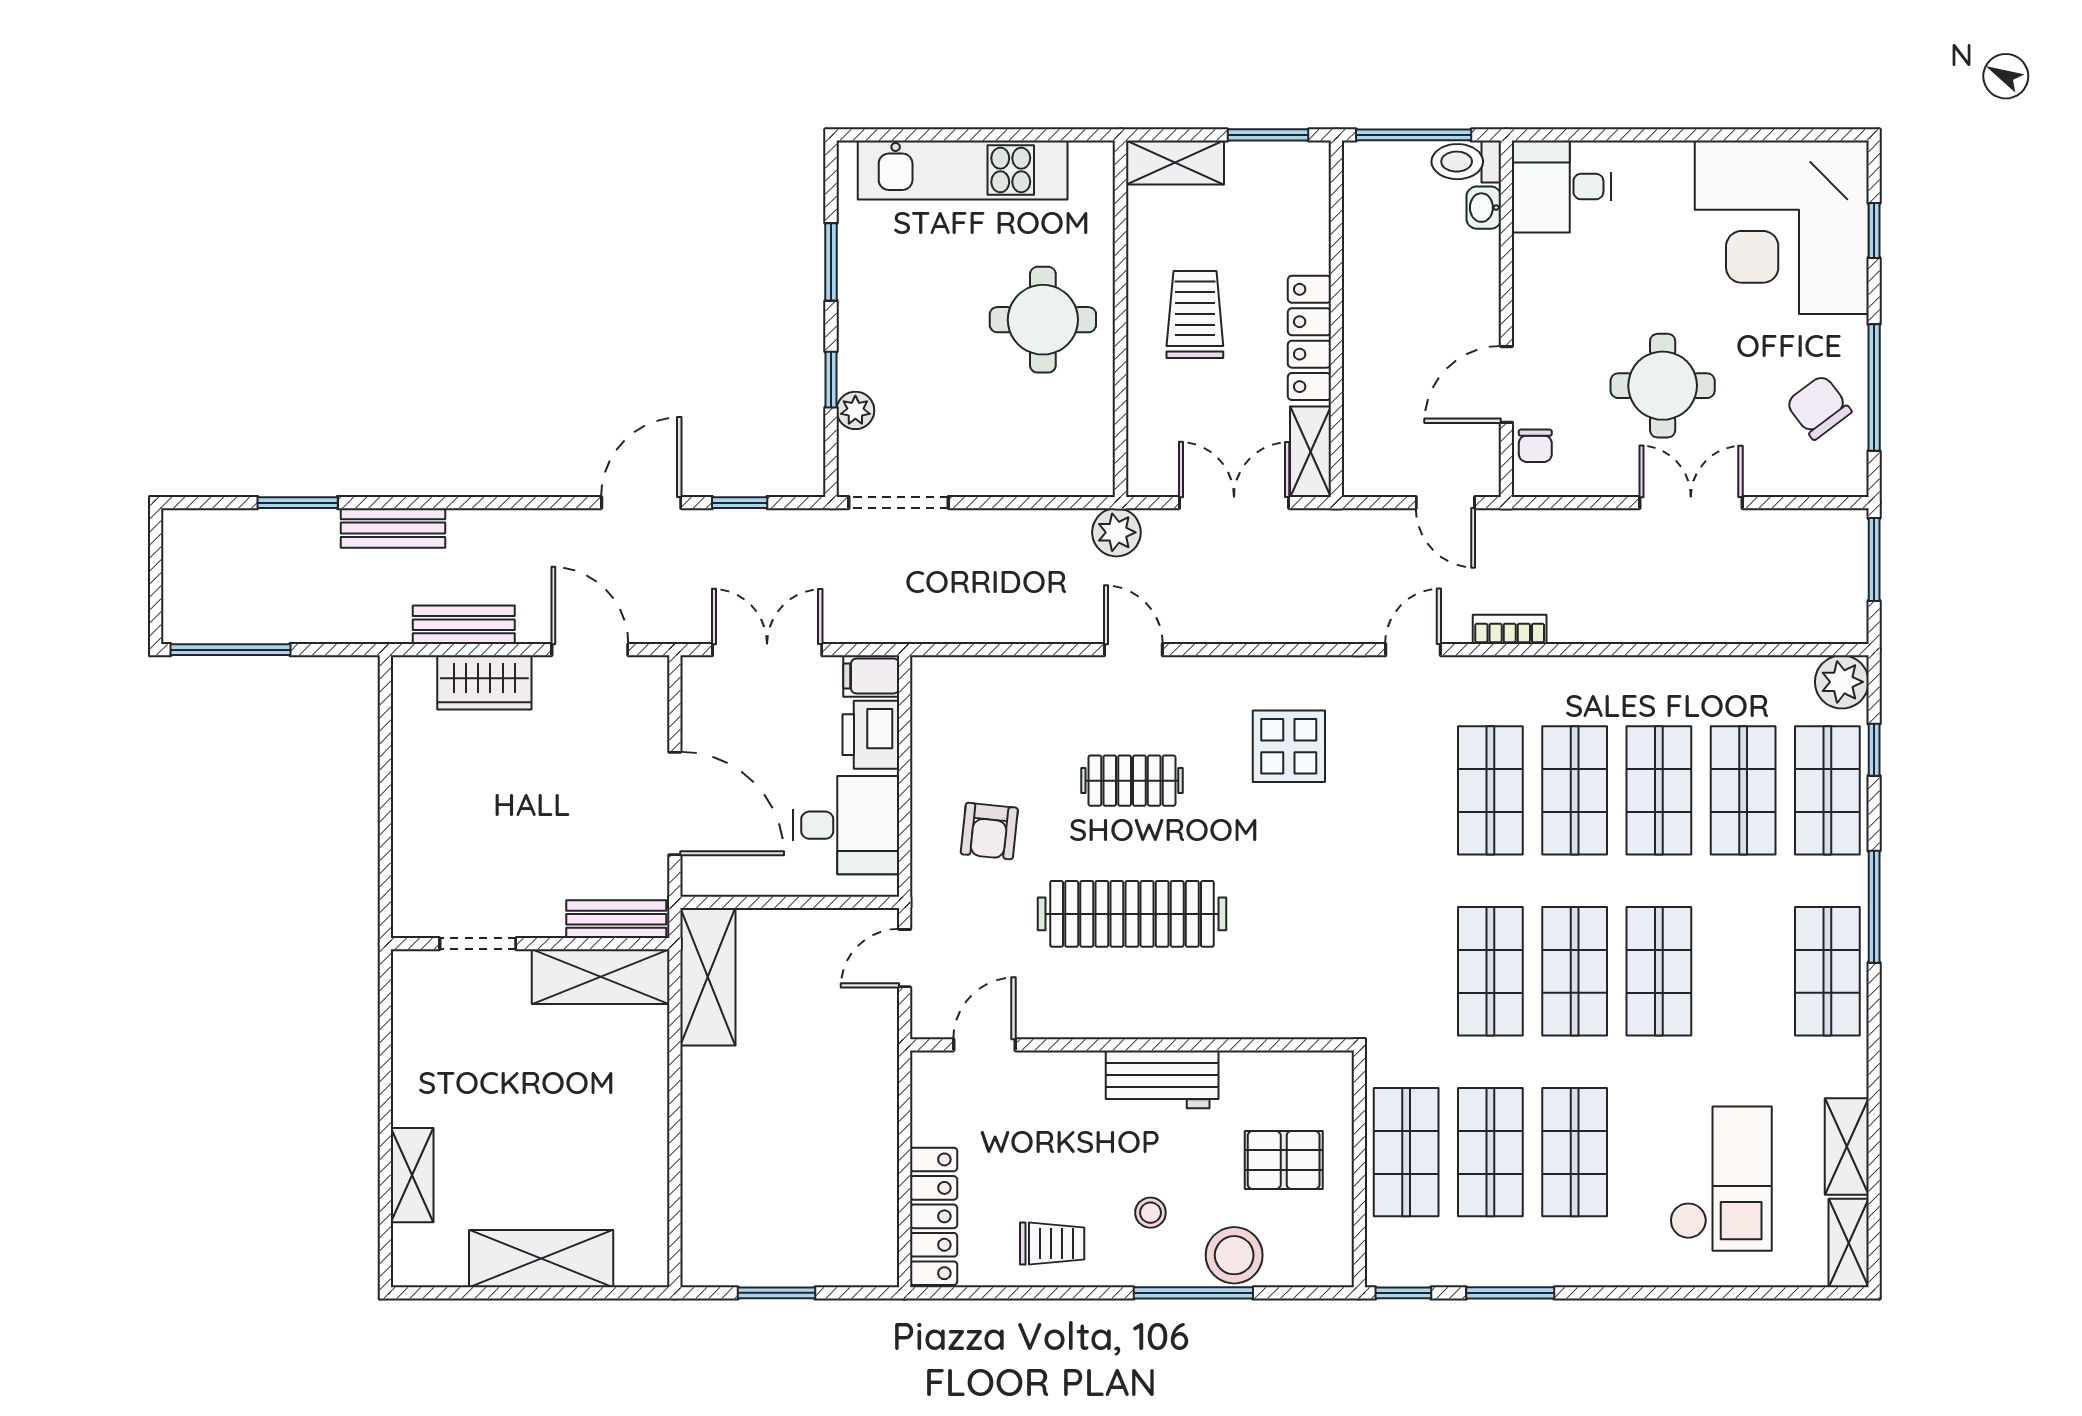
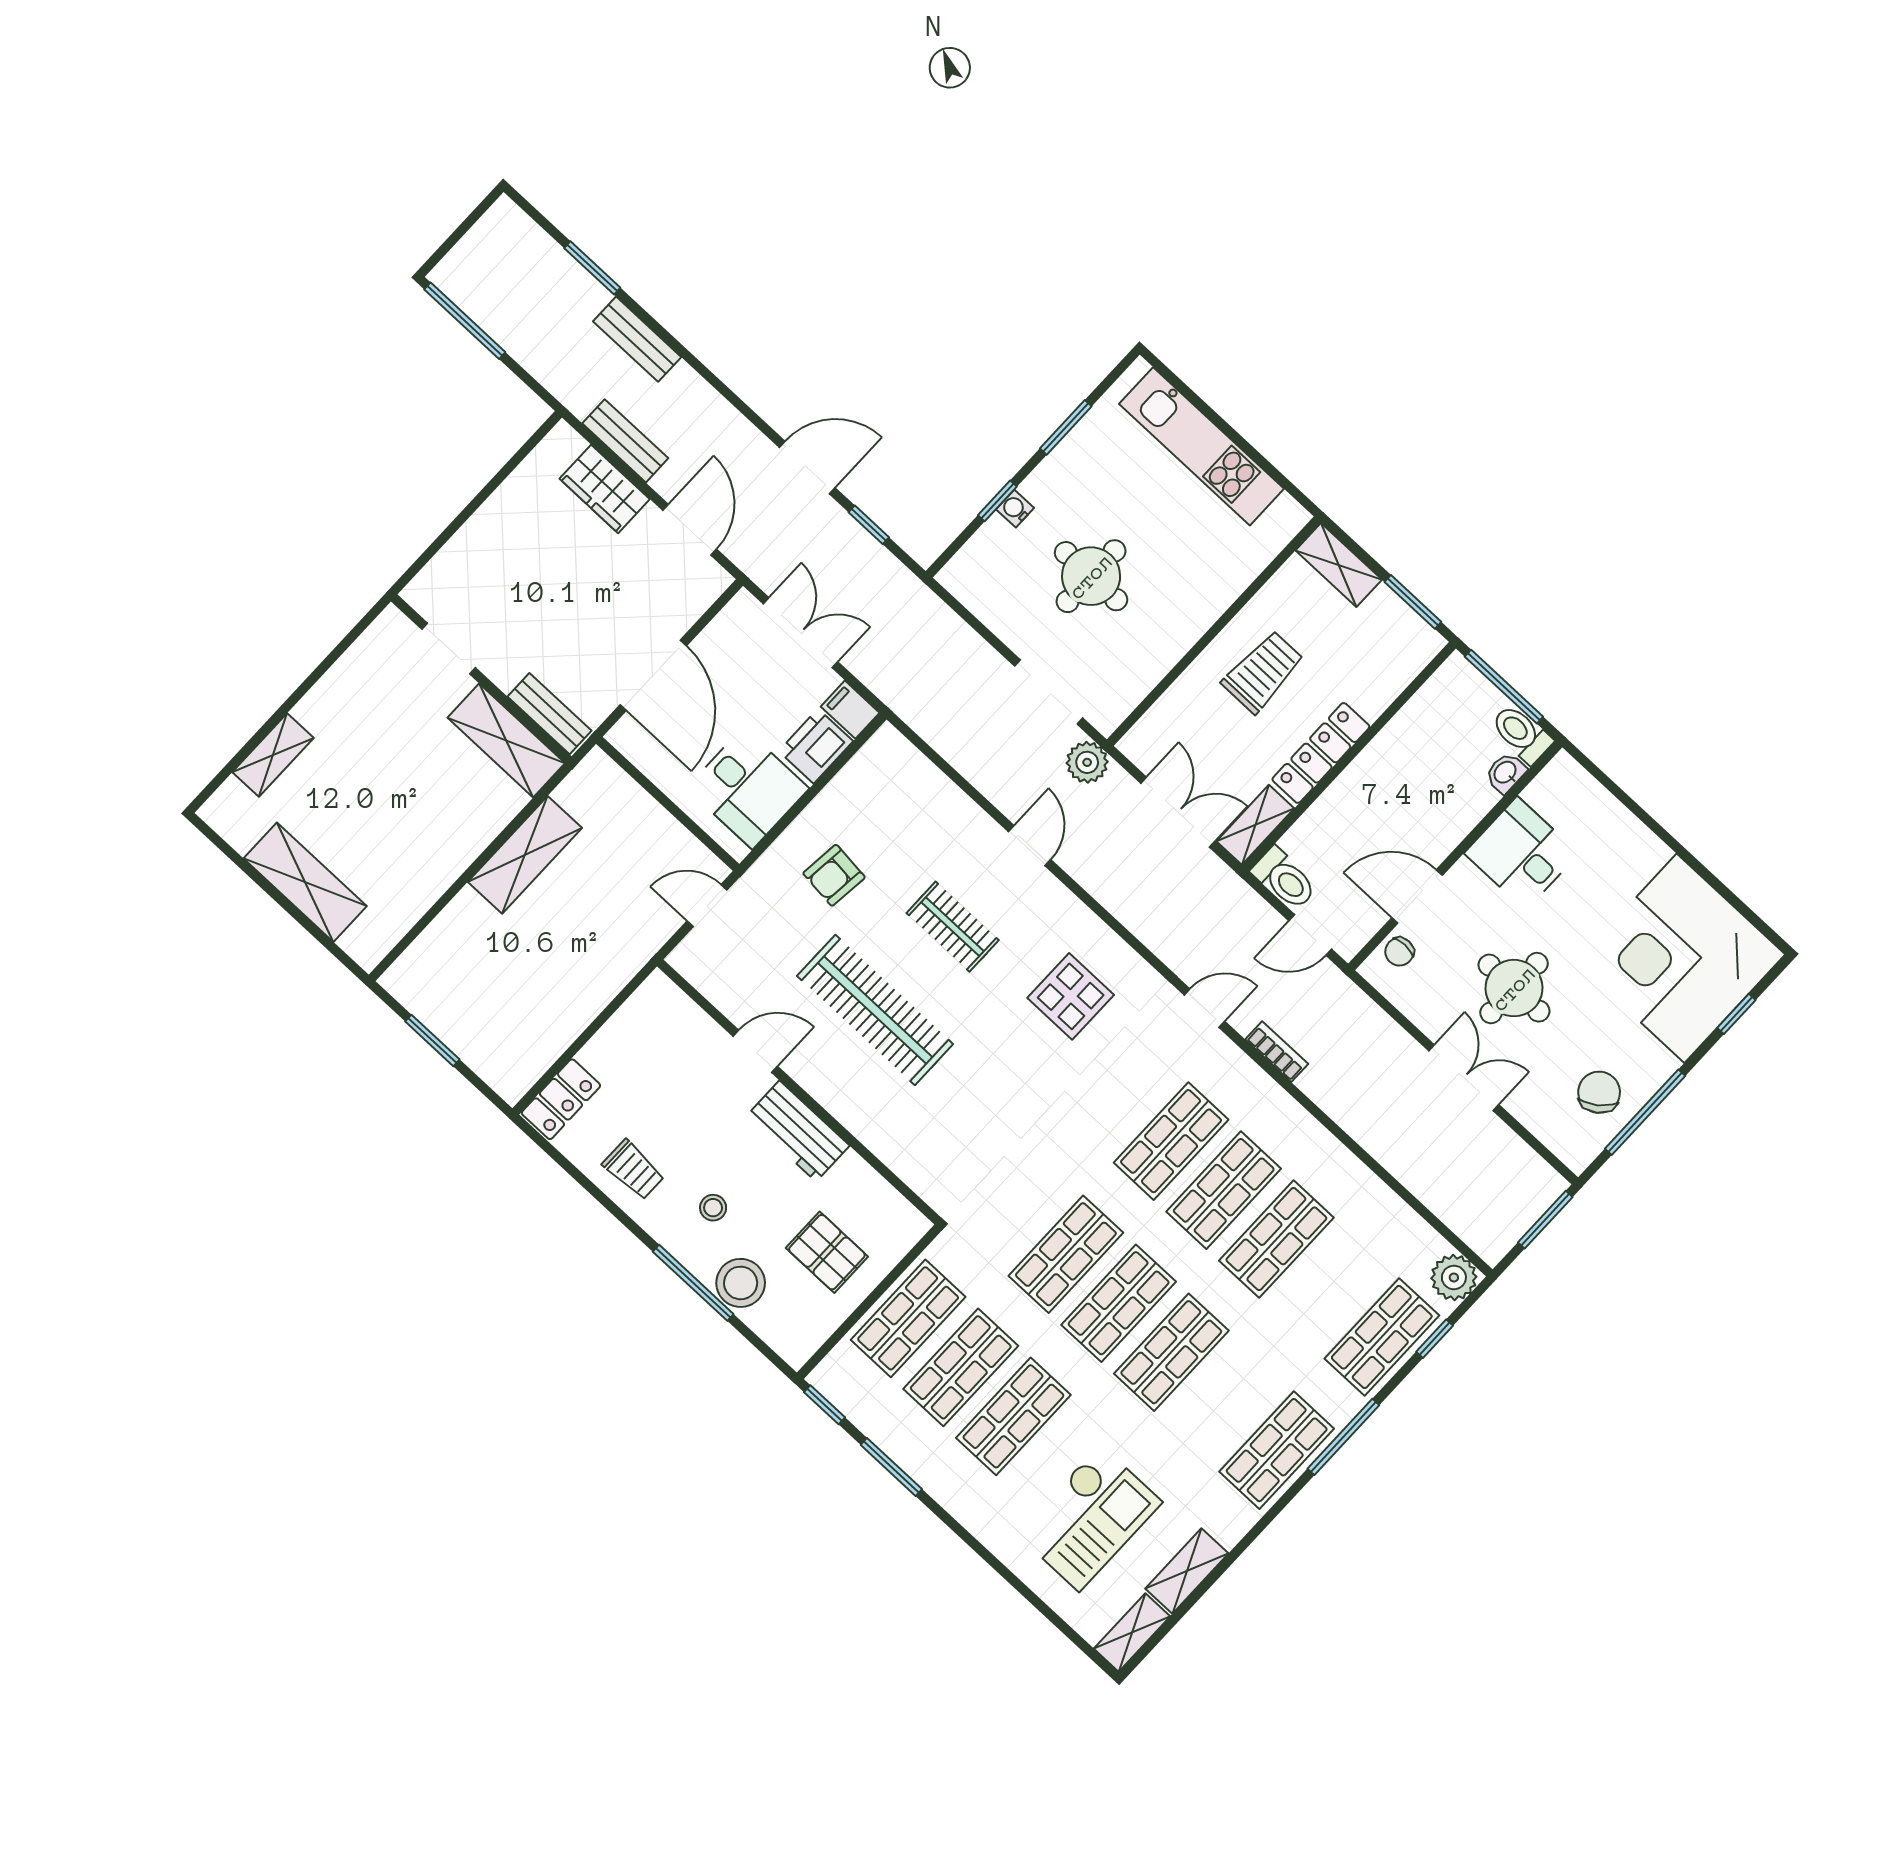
desk: (1562, 187) -> (1521, 853), moved
round table: (1043, 320) -> (1091, 576), moved
water cooler: (852, 372) -> (1015, 509), added
plant: (855, 410) -> (995, 534), removed
toilet: (1378, 475) -> (1284, 879), added
doorway: (898, 503) -> (1049, 692), moved
door: (1445, 503) -> (1310, 935), hinge flipped
shop shelf: (1743, 790) -> (1329, 1288), removed
shelving: (708, 977) -> (525, 855), moved
door: (984, 1045) -> (755, 1051), moved
locker: (934, 1216) -> (561, 1099), width x0.66

